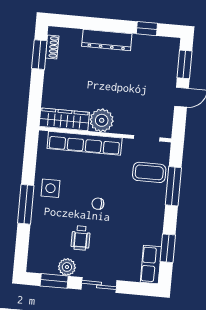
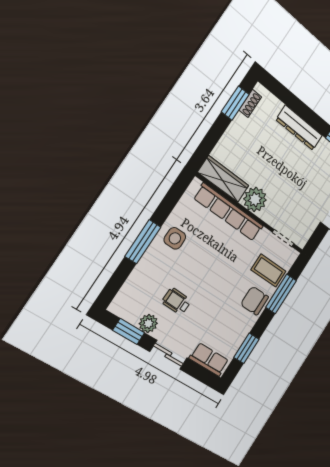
chair: (98, 204) -> (255, 301), moved, width x1.87, depth x1.87
wheelchair: (81, 238) -> (176, 301), turned 92
row of seats: (151, 265) -> (209, 360), moved, turned 90

